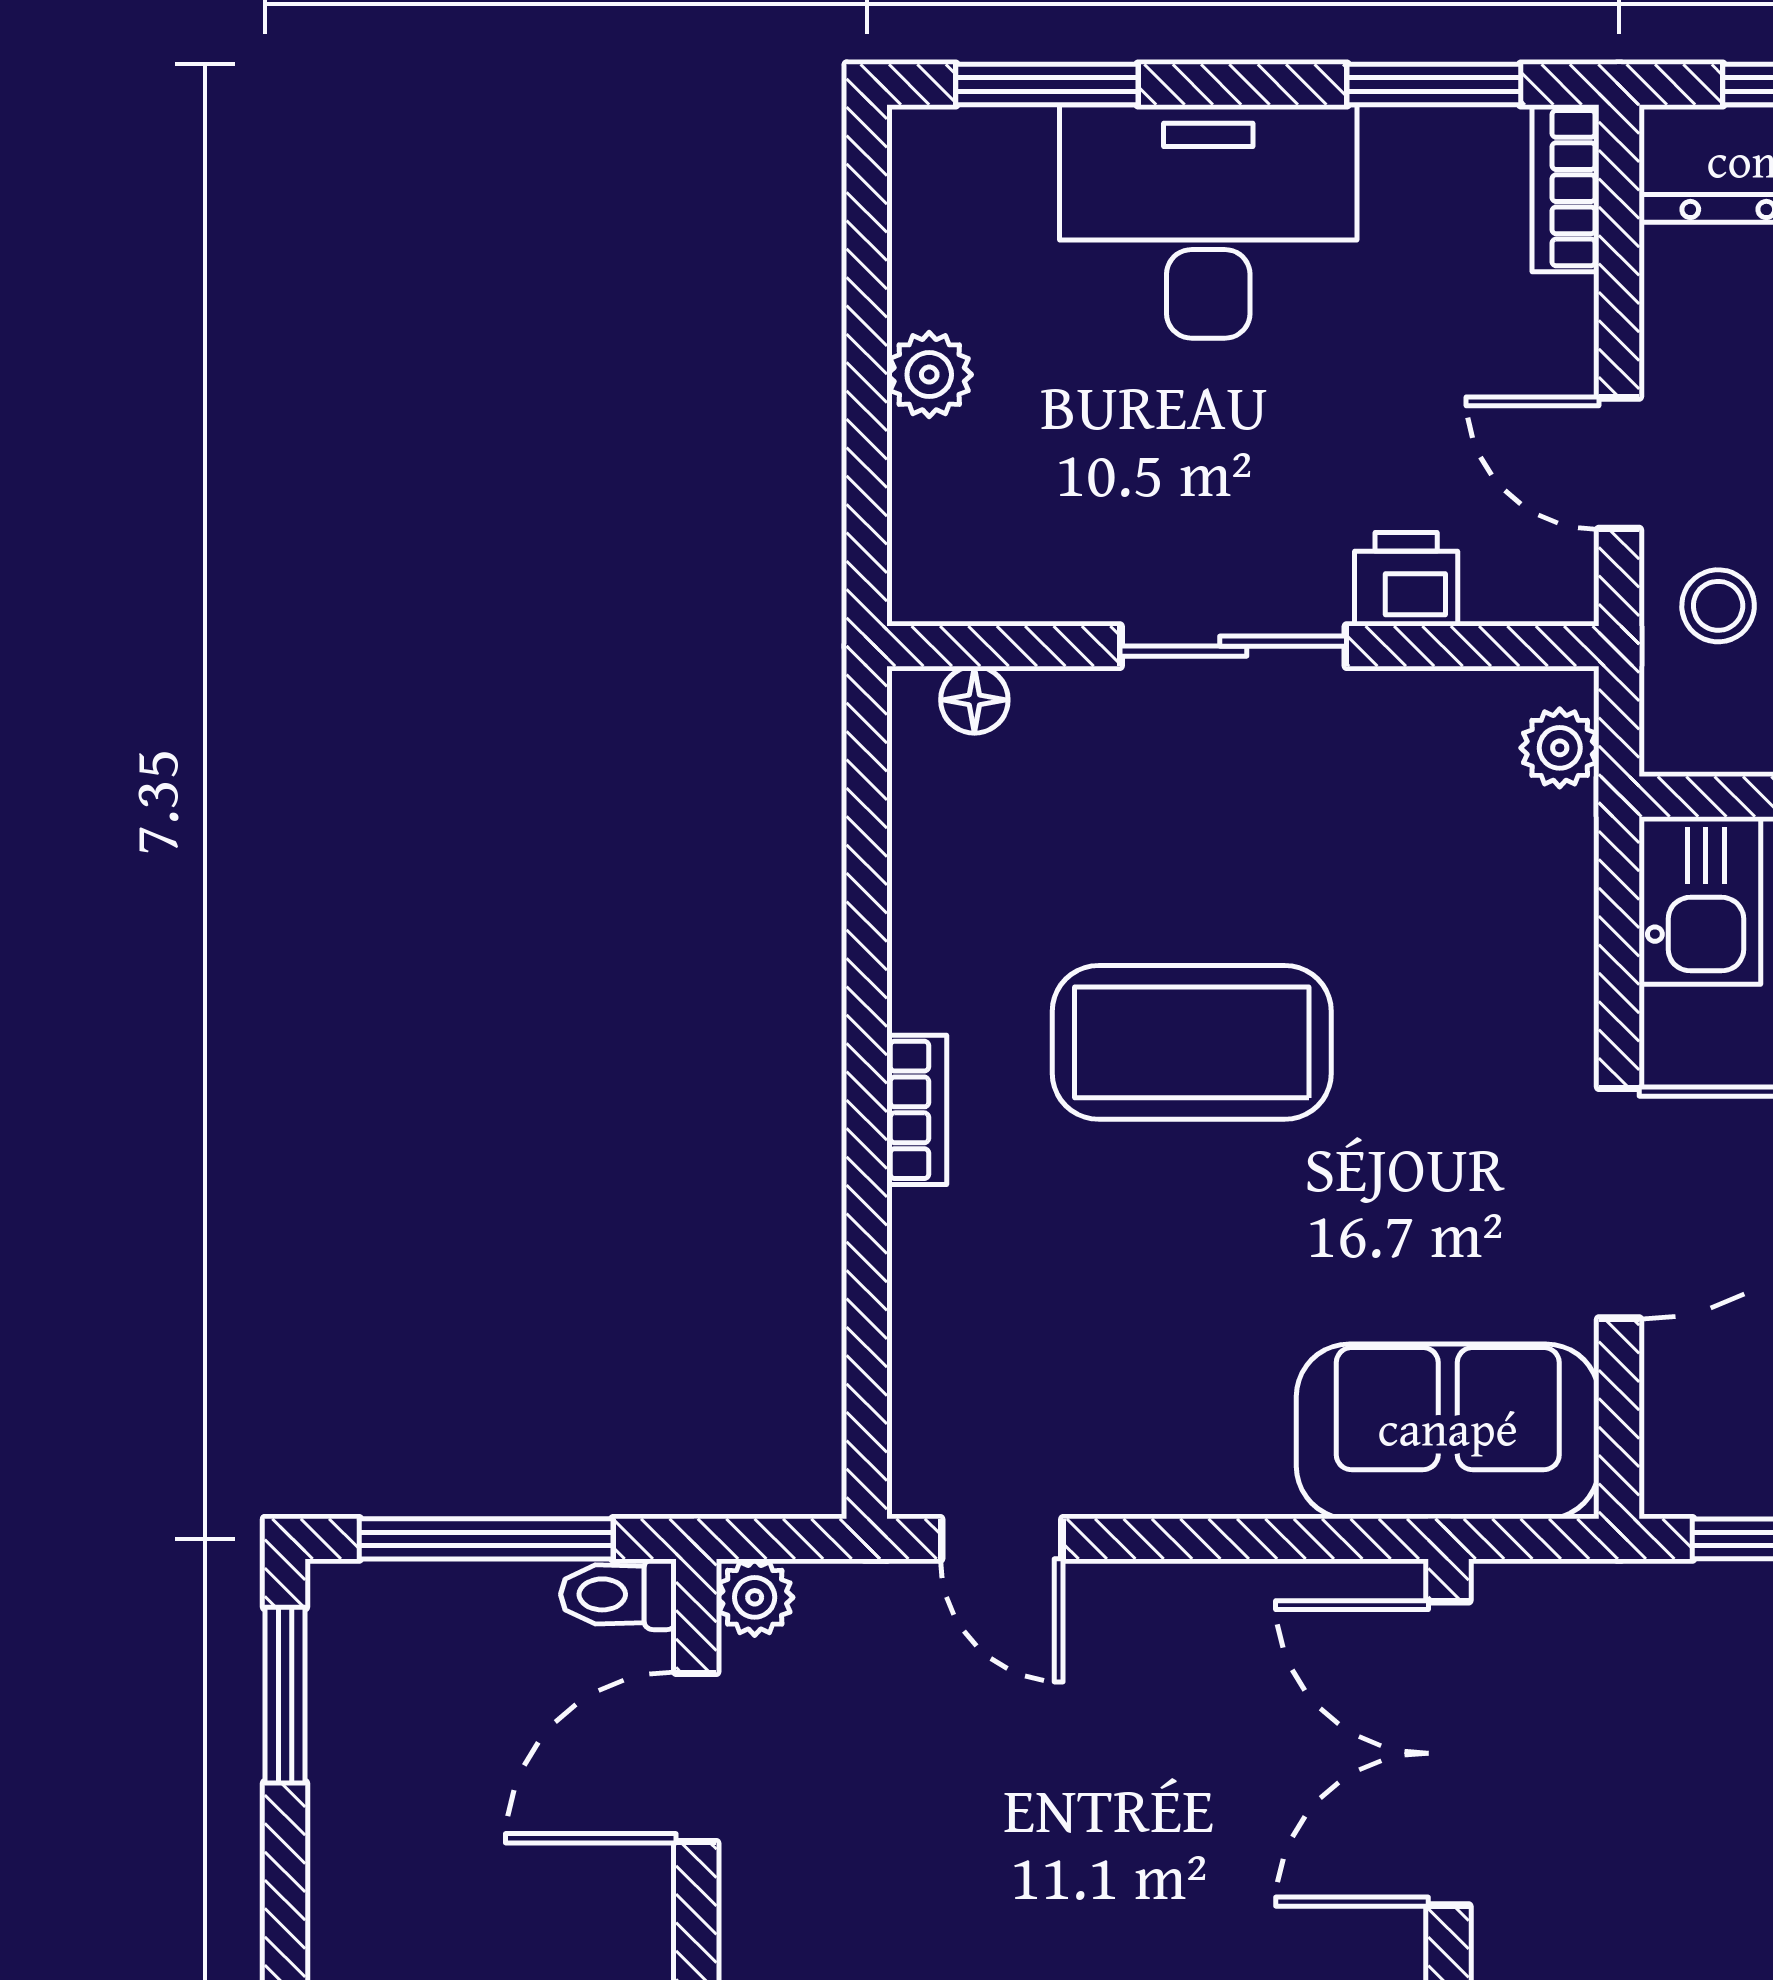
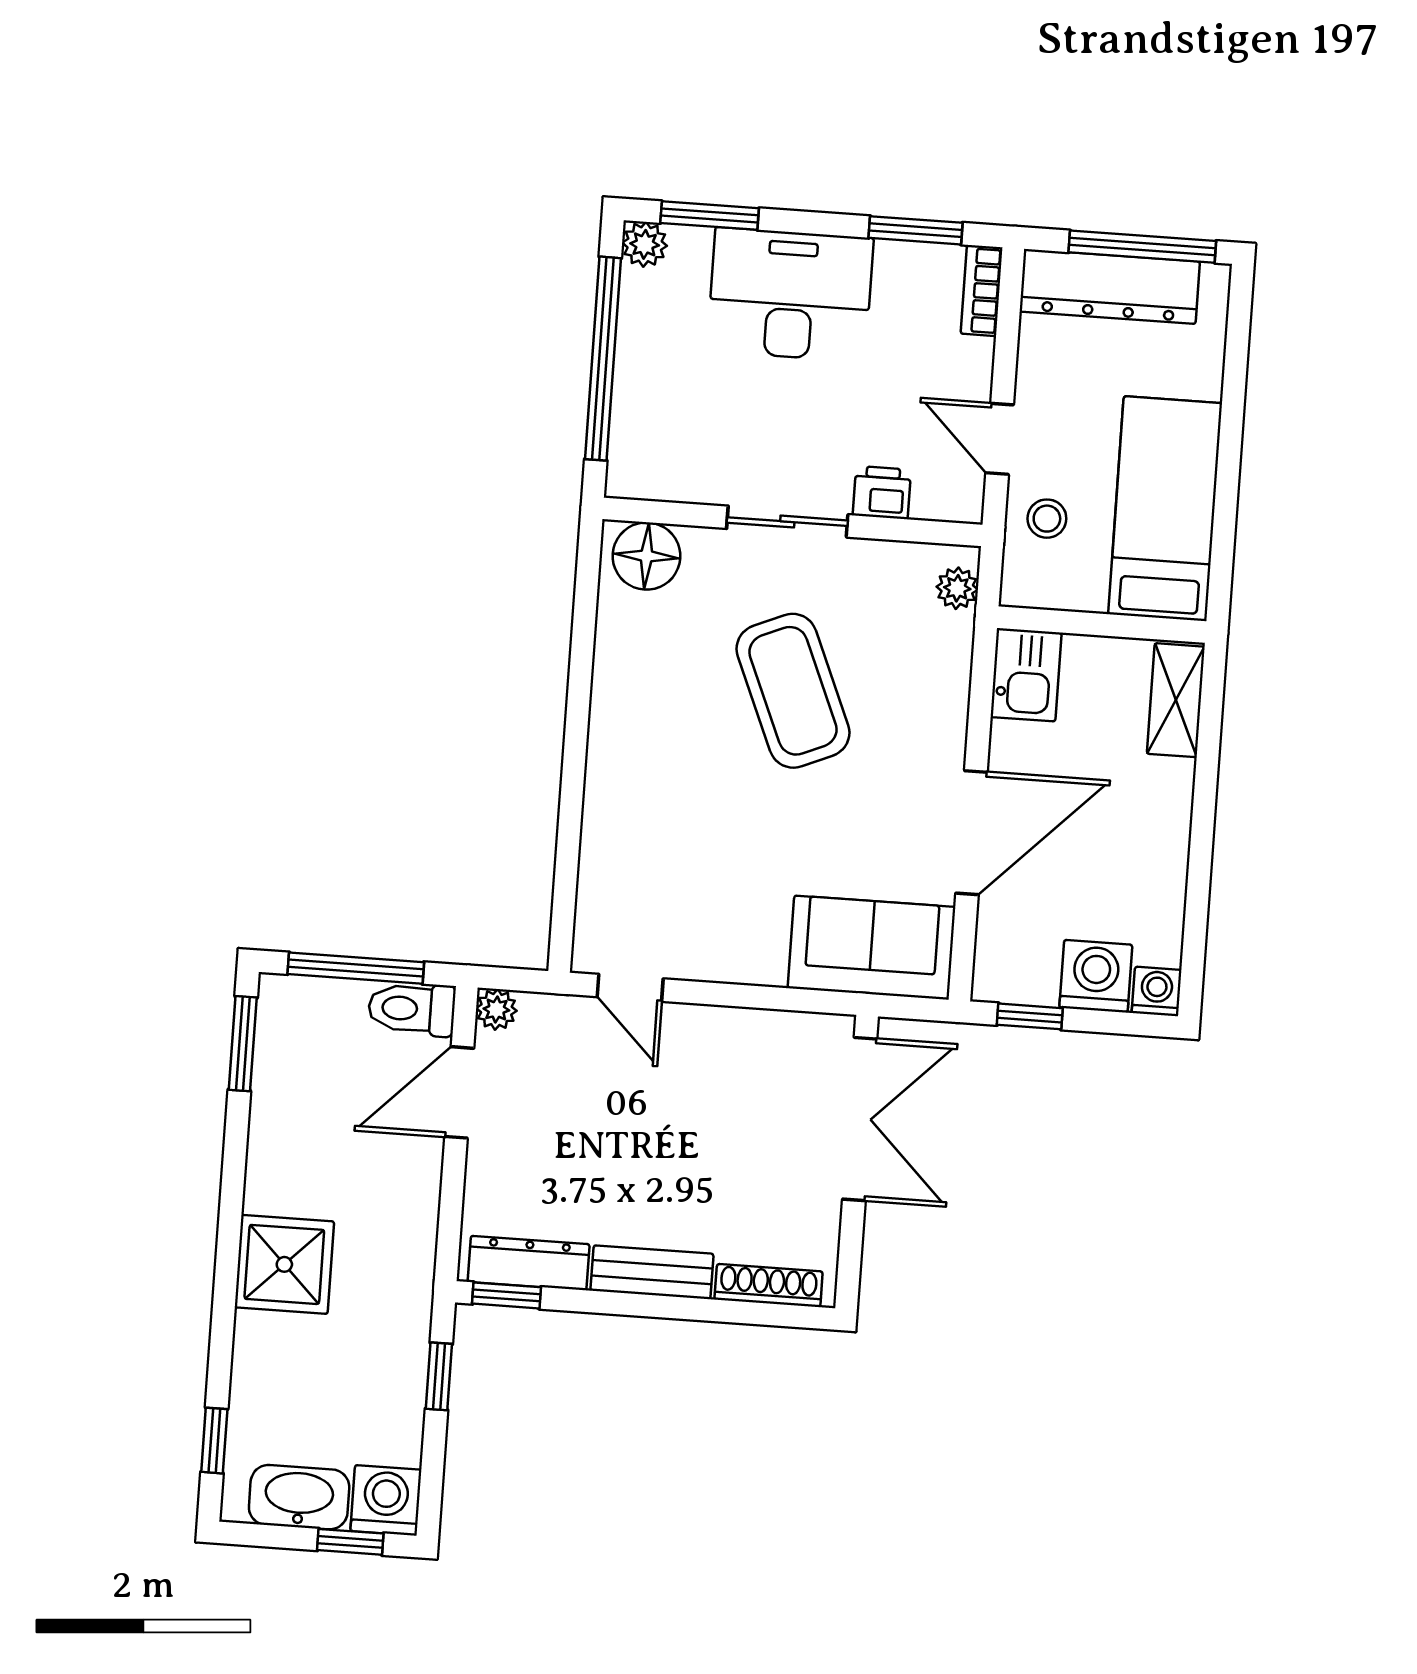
window: (867, 366) -> (603, 359), added
plant: (929, 375) -> (645, 244), moved
floor lamp: (974, 700) -> (646, 556), width x1.89, depth x1.89
coffee table: (1192, 1042) -> (793, 691), moved, turned 67
bookcase: (917, 1110) -> (601, 756), removed
toilet: (618, 1594) -> (412, 1009), width x1.37, depth x1.39
double door: (1448, 1753) -> (860, 1119), swing flipped

